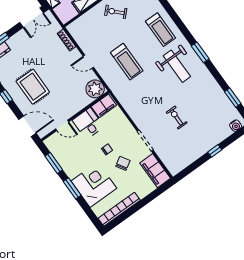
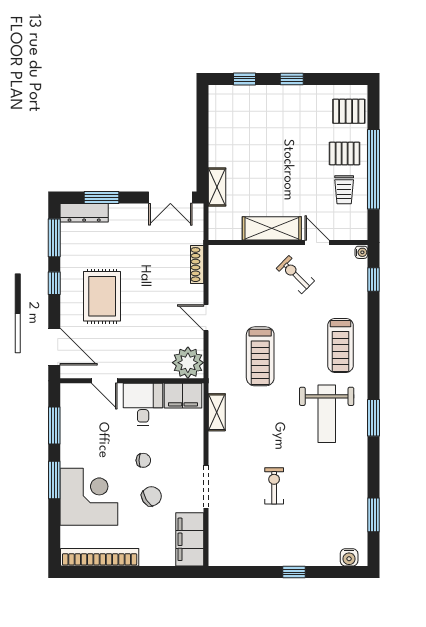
shelving: (125, 102) -> (217, 412), added

